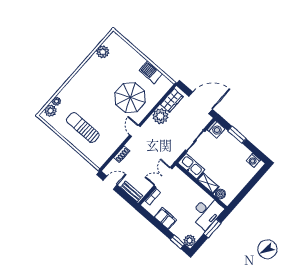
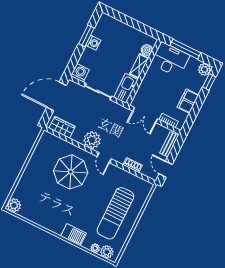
plant: (103, 52) -> (14, 205), moved
barbecue: (151, 72) -> (74, 235), moved, turned -90
door: (201, 103) -> (56, 96), hinge flipped
plant: (160, 116) -> (92, 140), moved
sun lounger: (83, 128) -> (115, 213), width x1.36, depth x1.34
door: (135, 131) -> (104, 158), hinge flipped
window: (237, 135) -> (86, 36), moved
washing machine: (253, 160) -> (93, 43), moved
window: (212, 228) -> (185, 49), width x1.44

